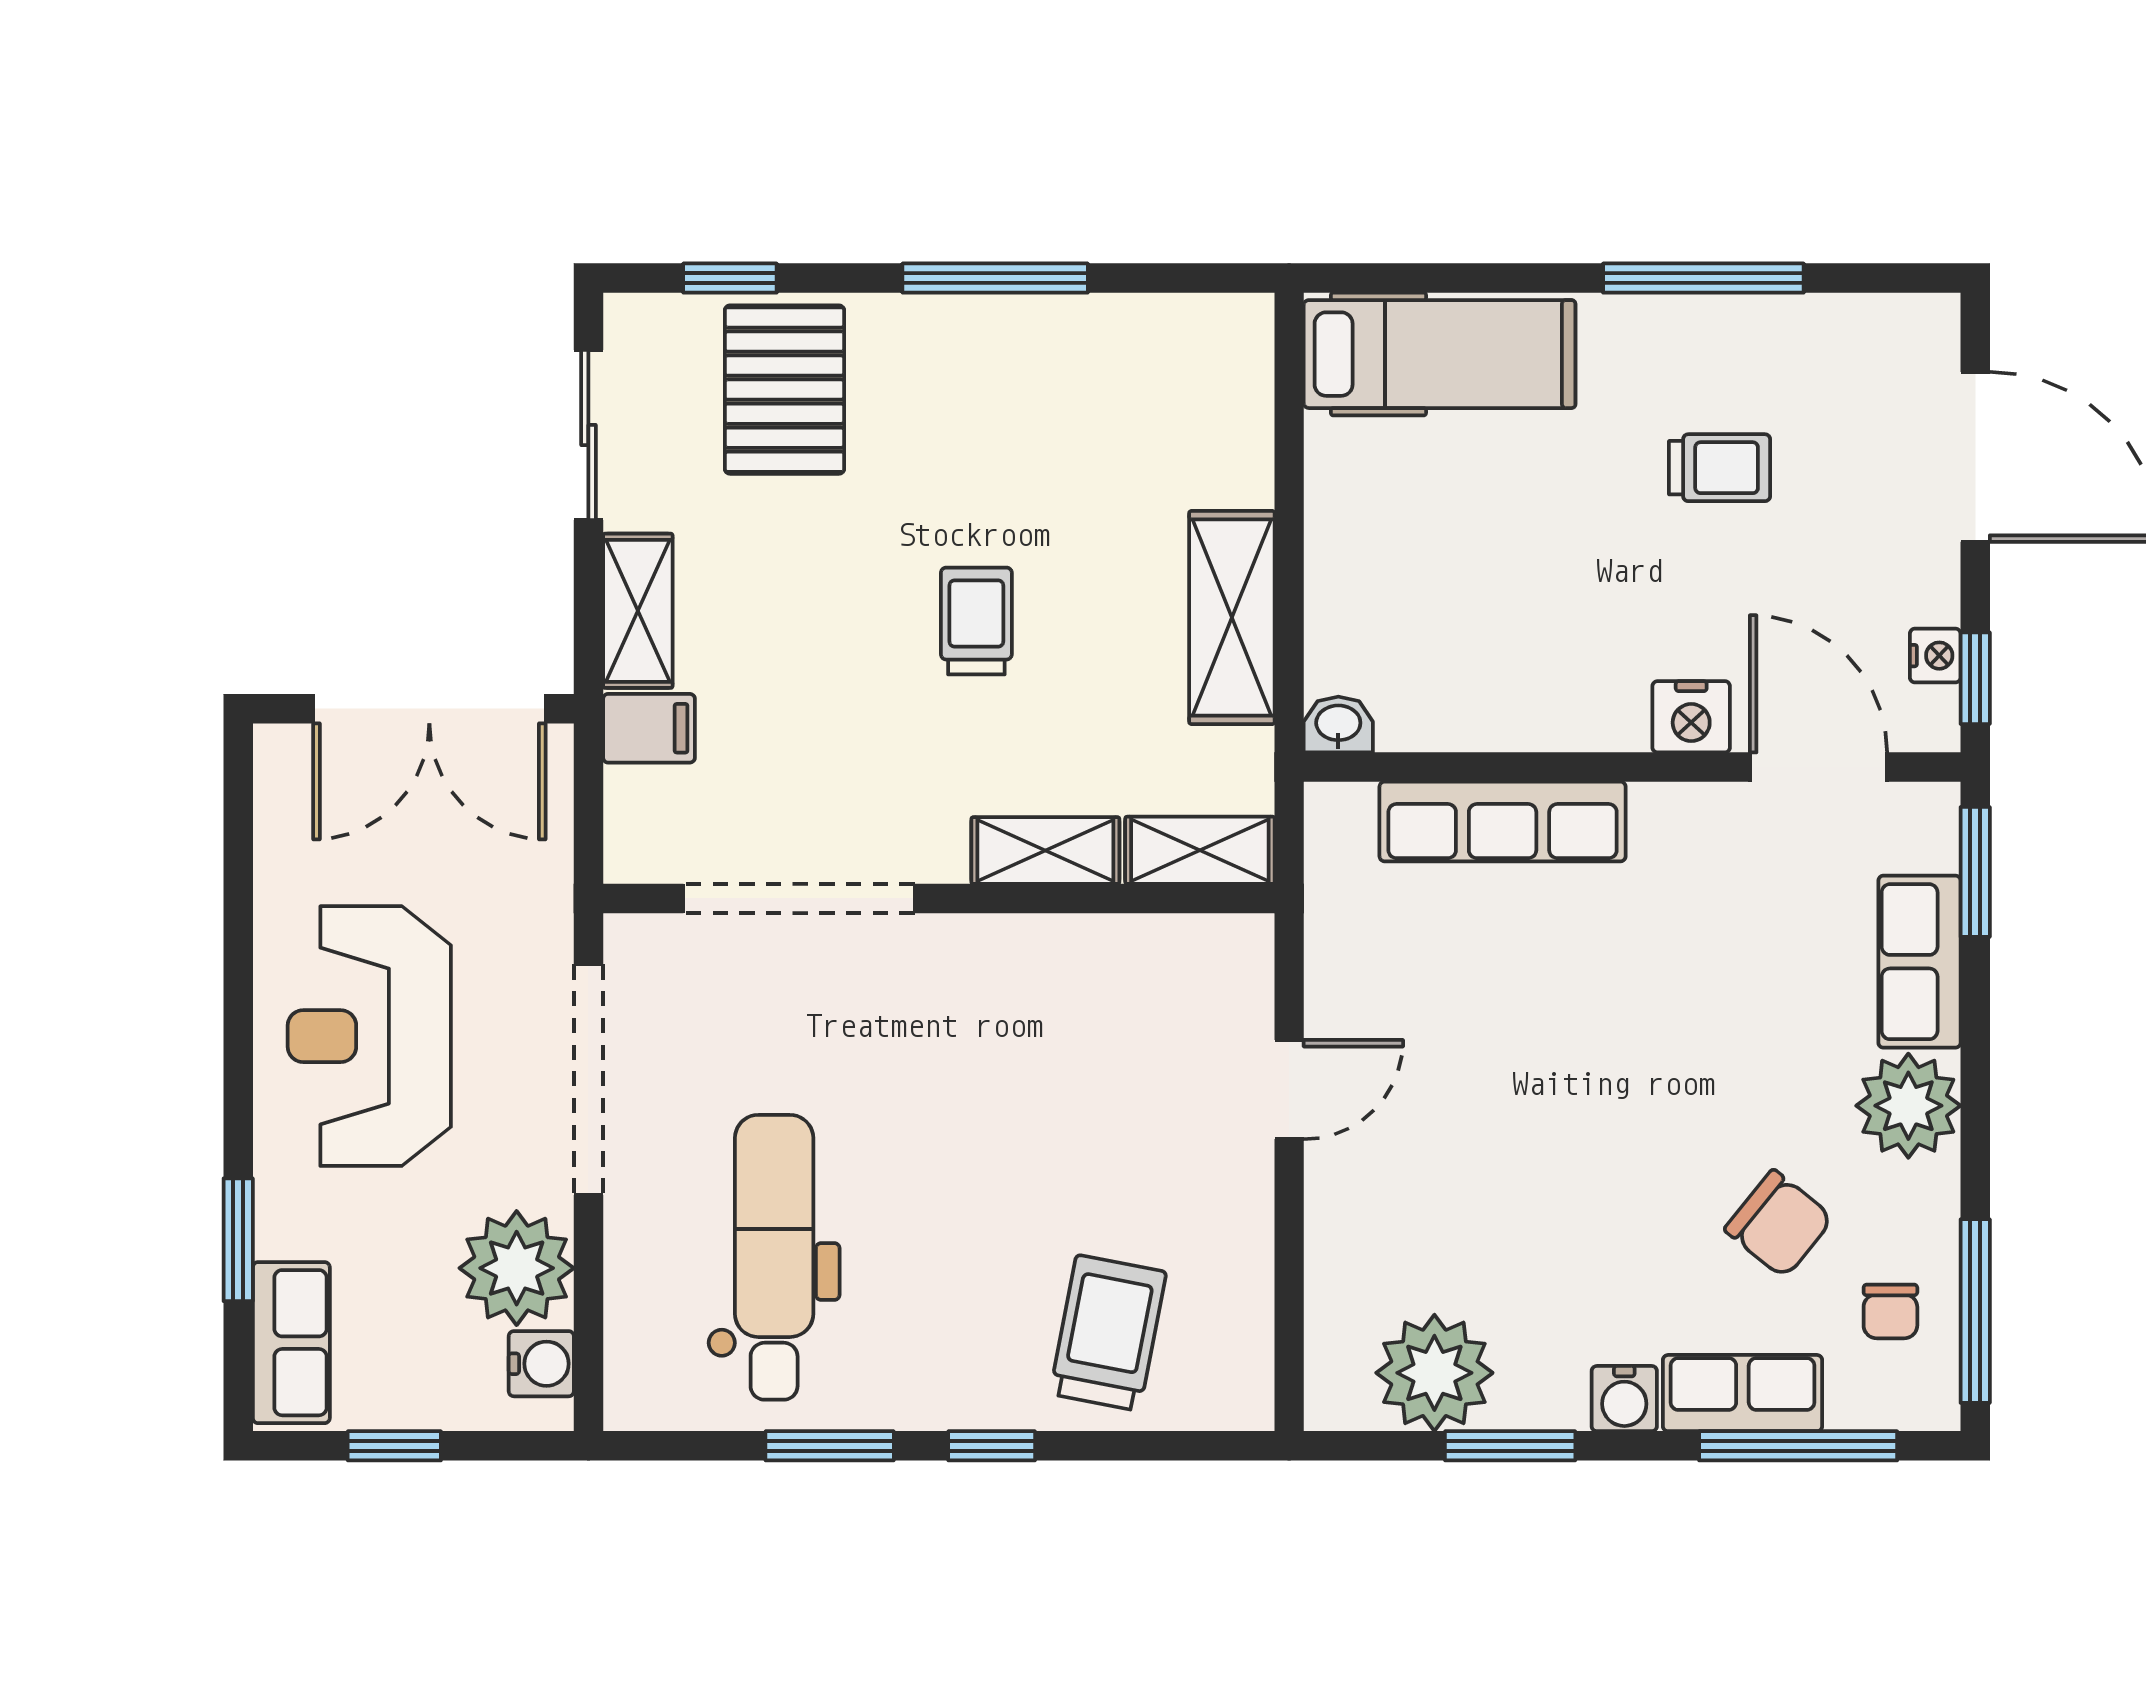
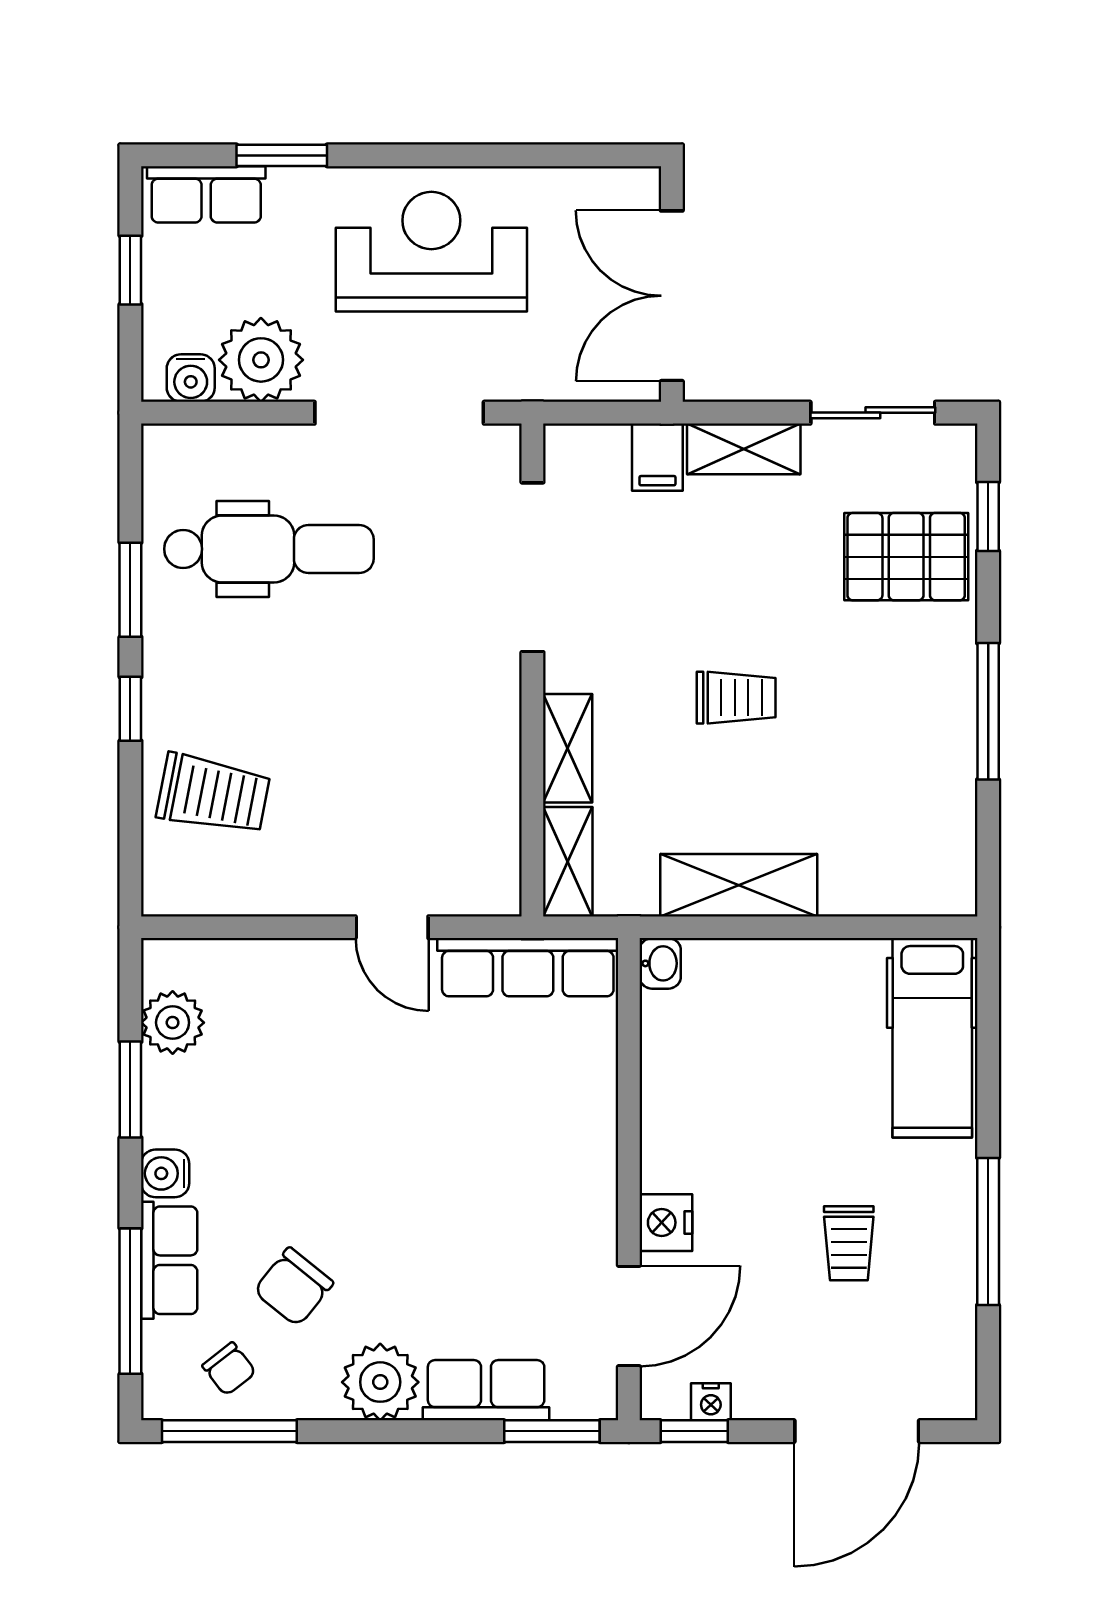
row of seats: (1503, 821) -> (528, 967), moved, turned -90
chair: (1890, 1311) -> (229, 1369), turned -128
plant: (1434, 1373) -> (173, 1023), width x0.73, depth x0.73

